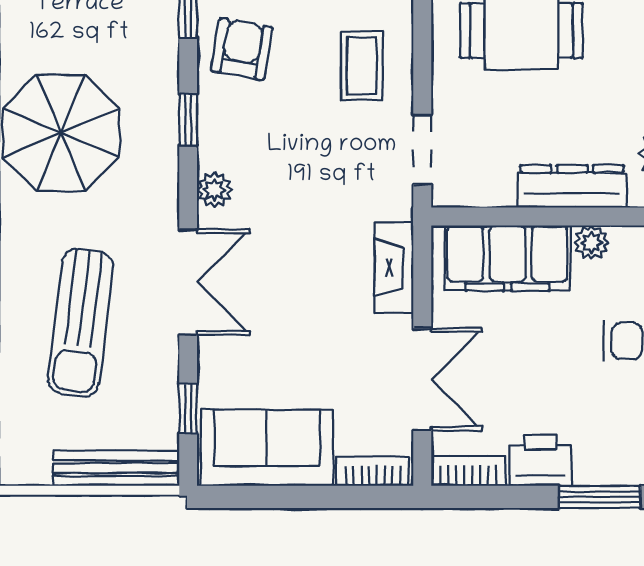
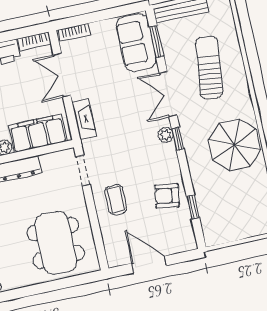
armchair: (242, 49) -> (167, 196), turned 89
window: (188, 120) -> (178, 139), moved
window: (188, 409) -> (157, 42), width x1.50
sofa: (267, 448) -> (136, 42), moved, turned 90

